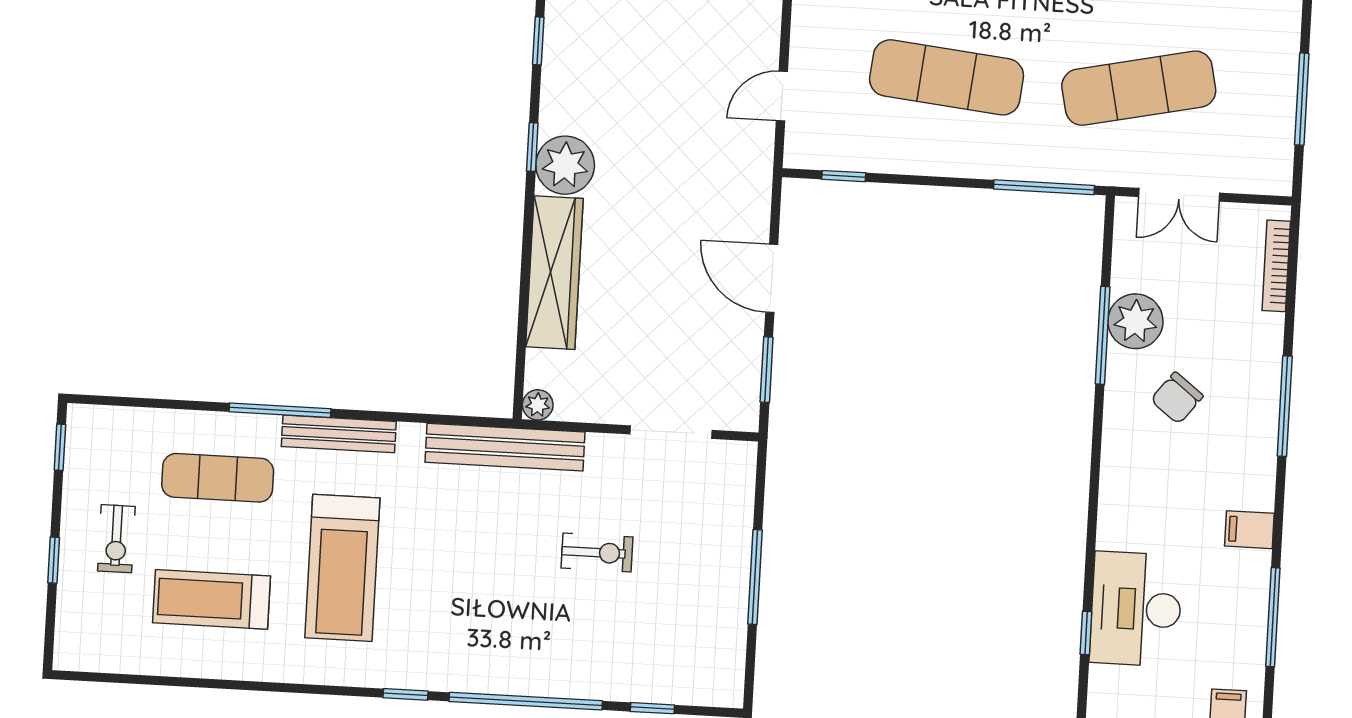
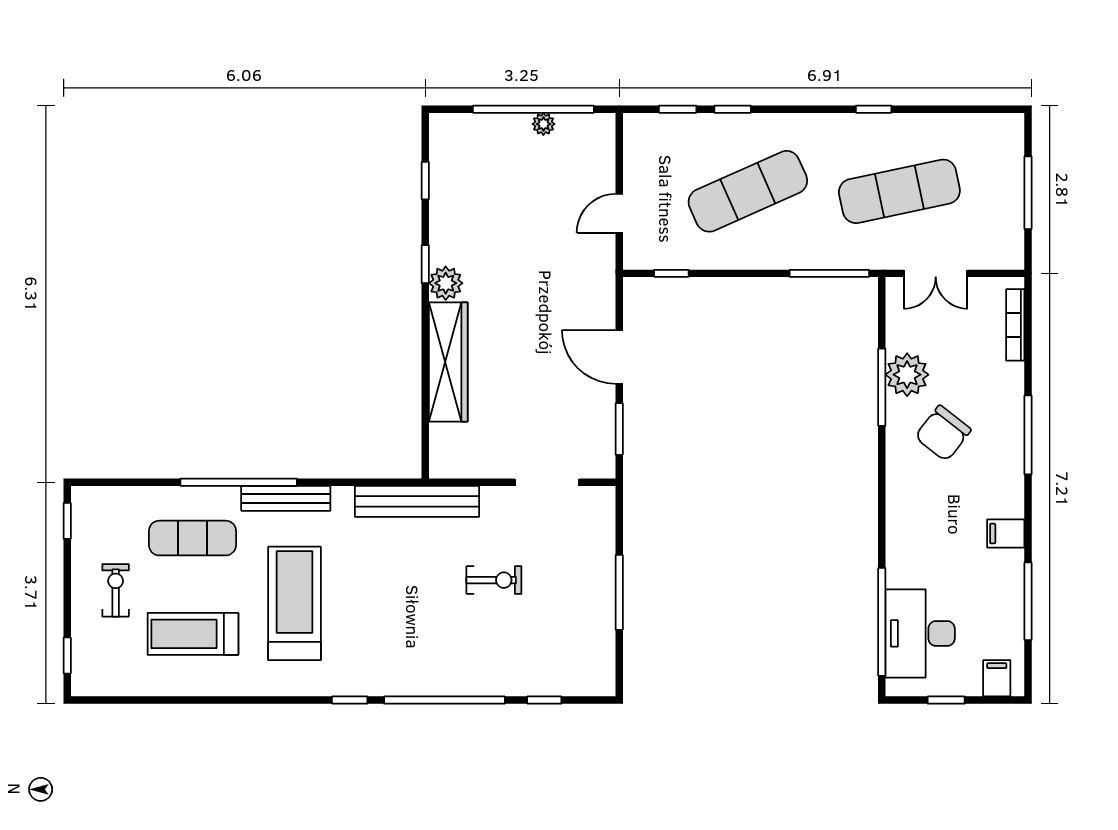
exercise mat: (947, 77) -> (748, 191), turned -30
plant: (565, 165) -> (446, 283), width x0.73, depth x0.73
chair: (1177, 398) -> (943, 433), width x1.37, depth x1.37
plant: (538, 405) -> (441, 467), removed
window: (280, 410) -> (239, 482), width x1.46
exercise bike: (116, 539) -> (116, 590), turned 180
window: (54, 560) -> (67, 656), moved
treadmill: (342, 568) -> (294, 603), turned 180
desk: (1136, 609) -> (920, 633), moved
window: (1086, 633) -> (882, 622), width x3.17

